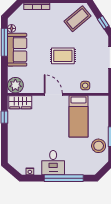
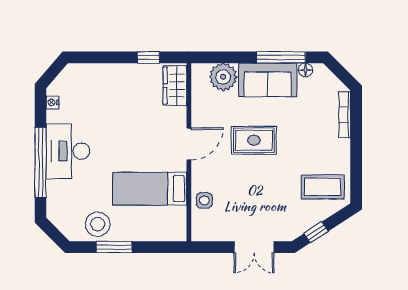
coffee table: (77, 19) -> (323, 187), turned -50
rug: (63, 56) -> (254, 140), moved, turned 90
plant: (15, 85) -> (223, 77), moved
desk: (53, 163) -> (68, 151), width x1.37

